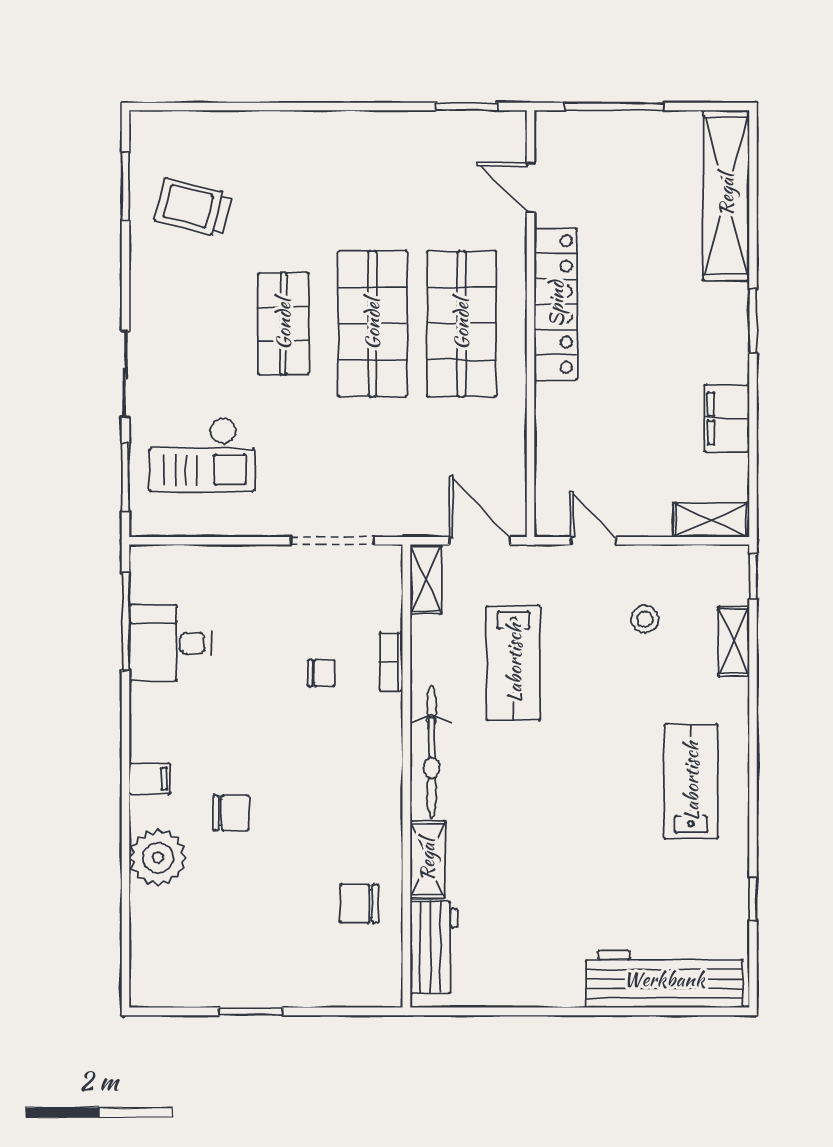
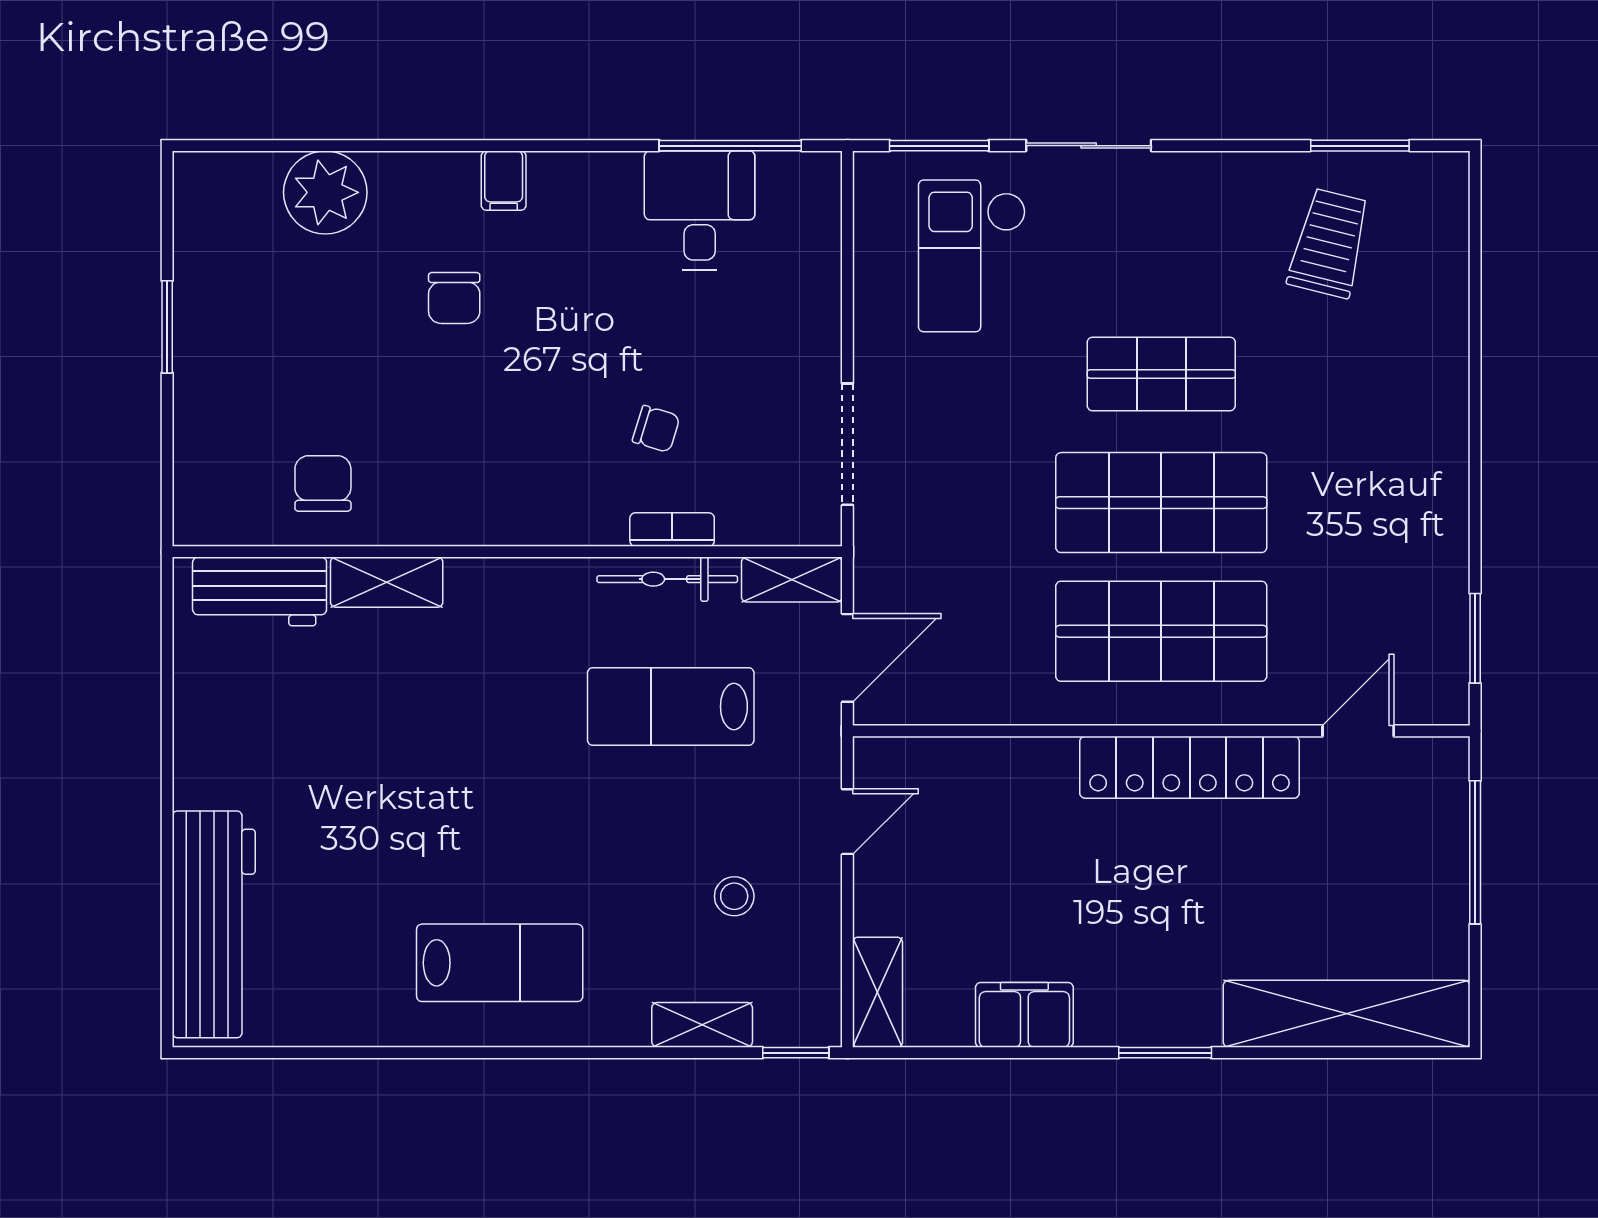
chair: (322, 673) -> (656, 429), turned -73
bicycle: (432, 752) -> (667, 579), moved, width x0.73, depth x0.71
plant: (158, 858) -> (325, 192), moved
window: (753, 899) -> (329, 1053), removed

